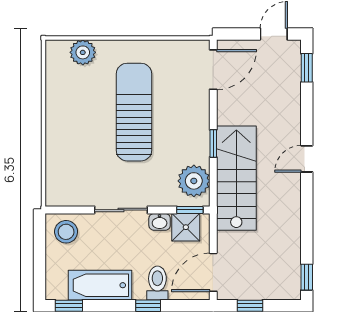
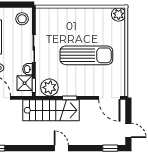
plant: (83, 52) -> (119, 14), moved

